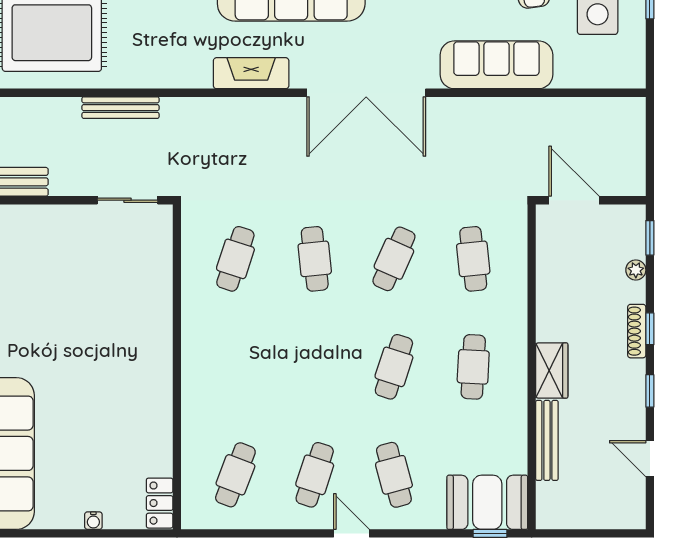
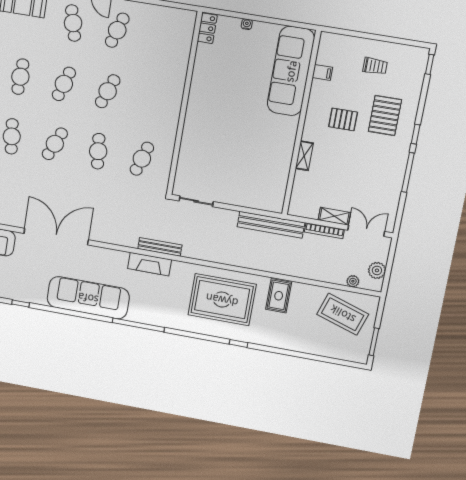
fireplace: (251, 73) -> (150, 264), moved
bench: (121, 108) -> (160, 247), moved
cafe table: (235, 475) -> (108, 91), moved

